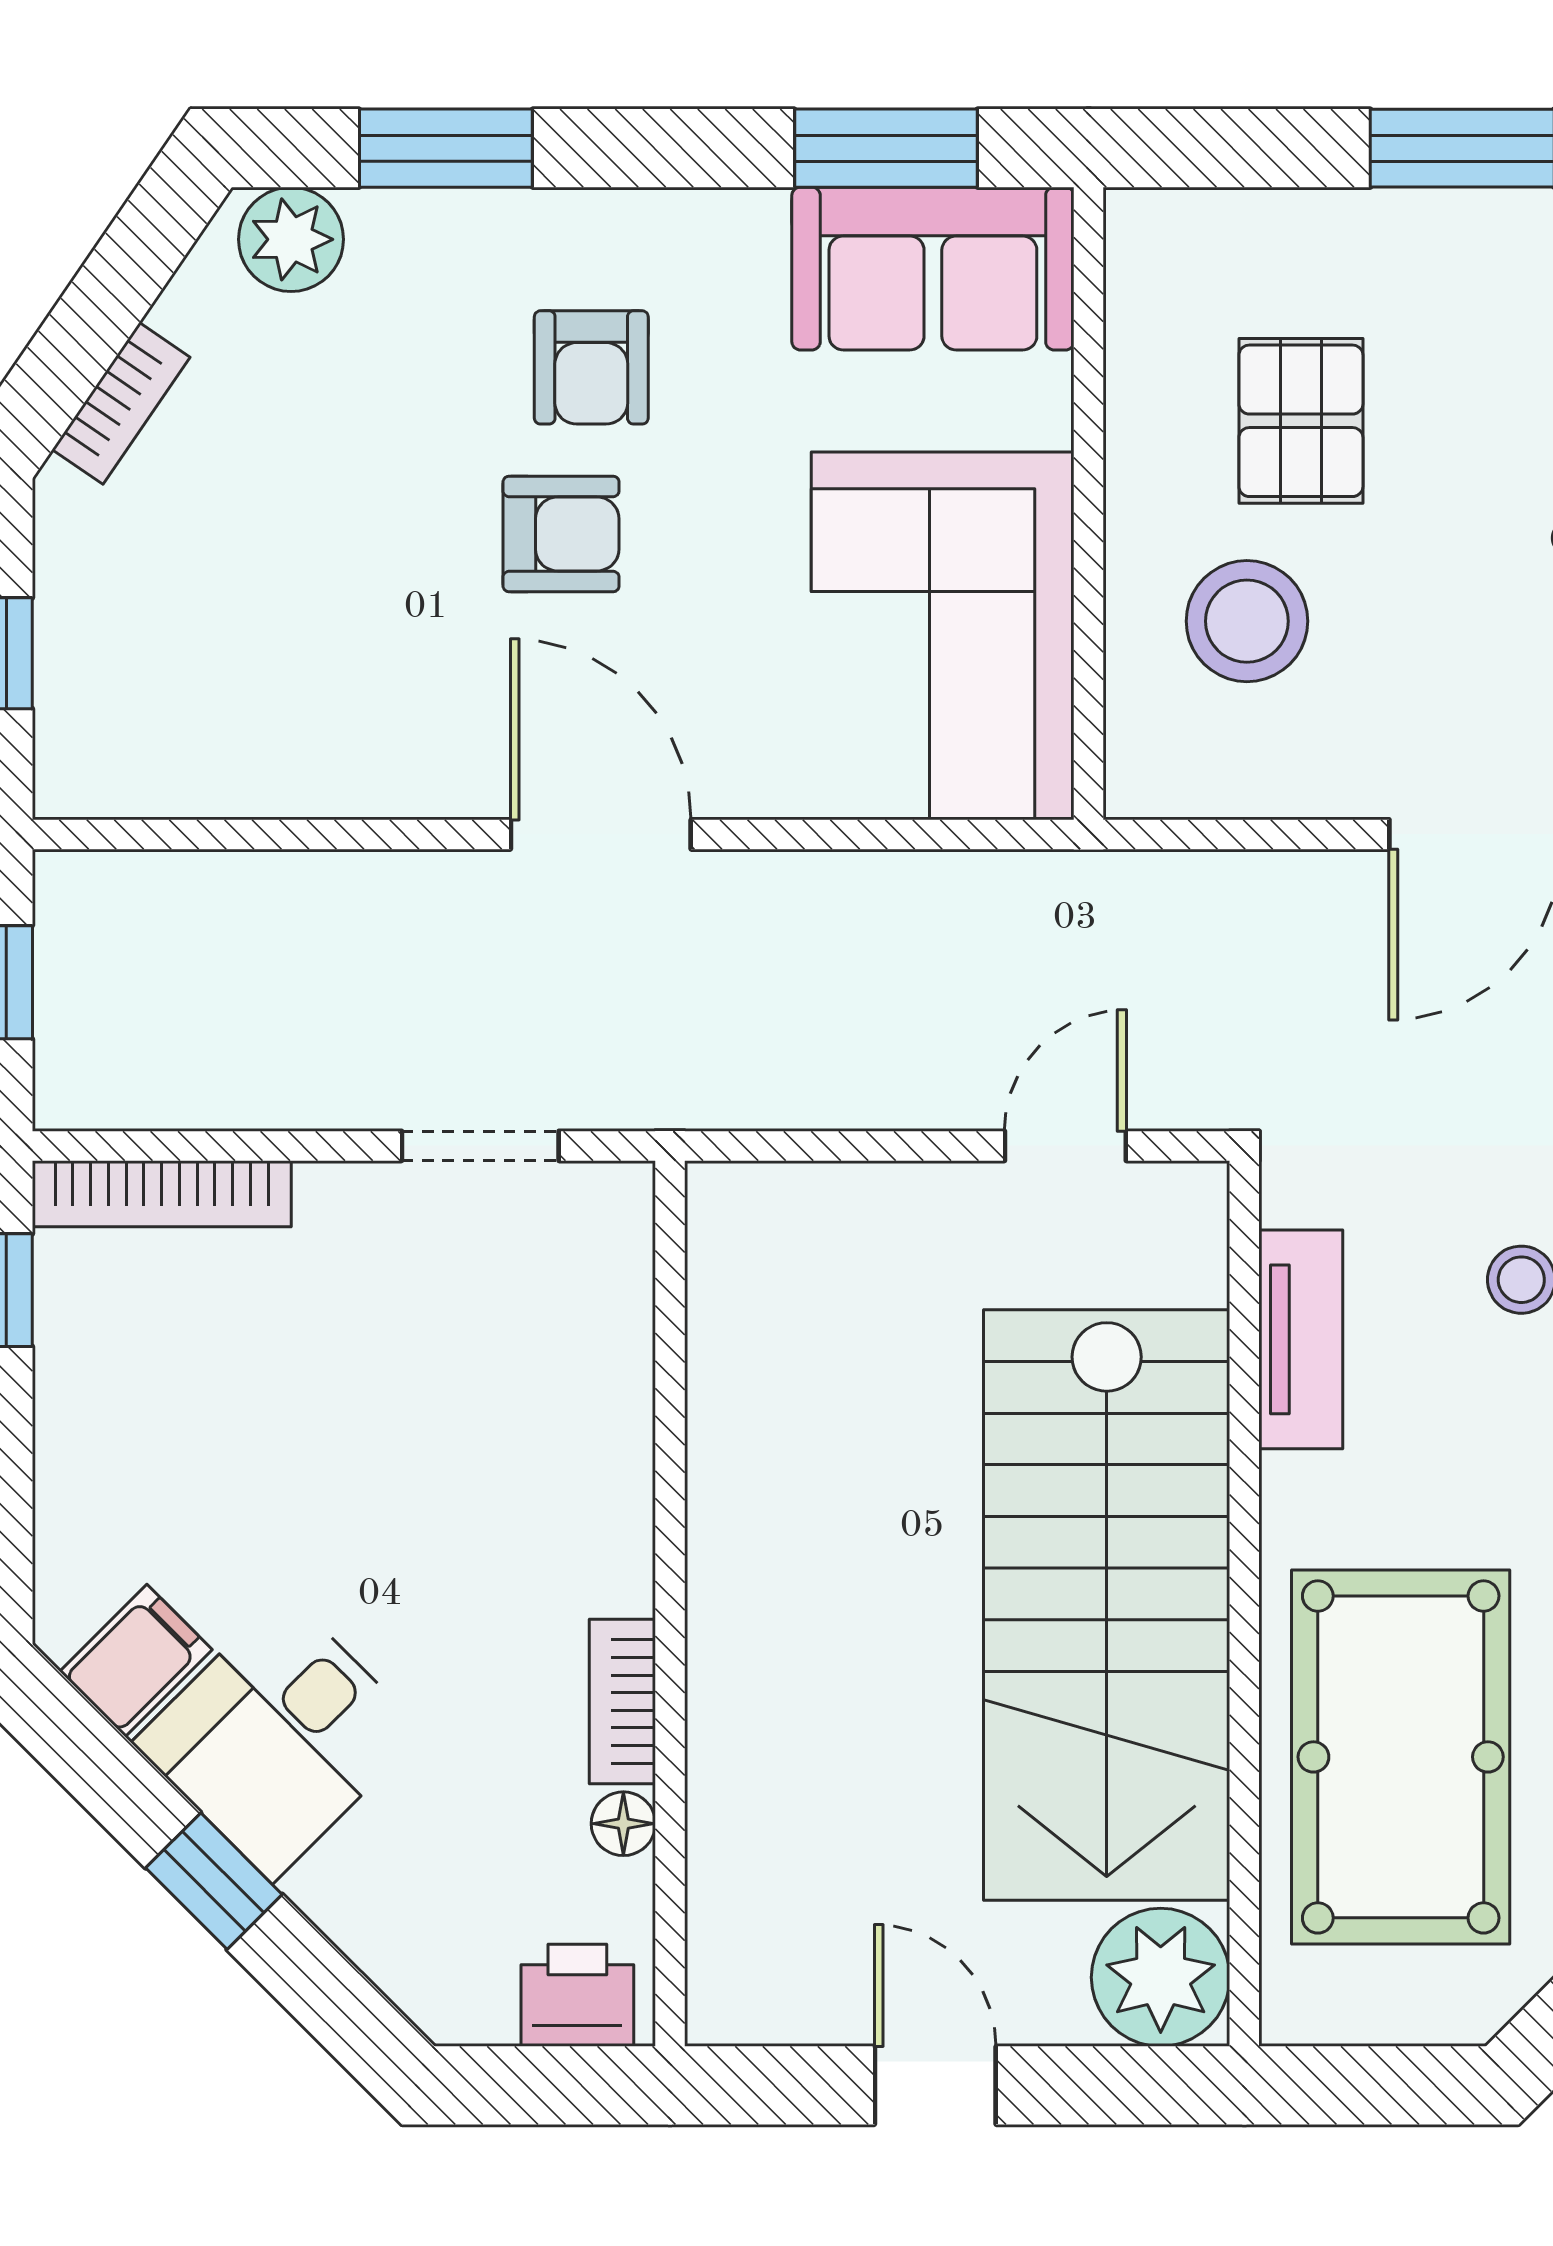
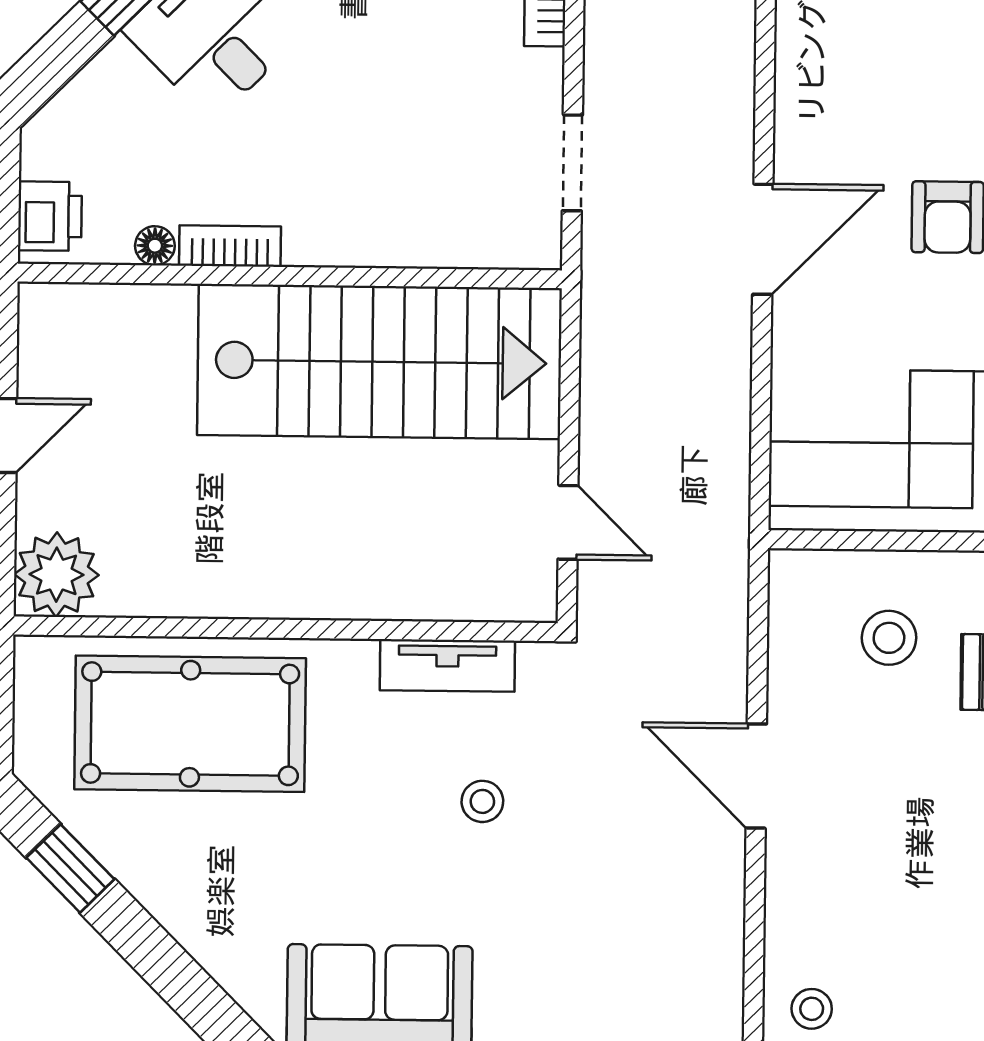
stool: (1247, 621) -> (889, 638), width x0.73, depth x0.73
stairs: (1107, 1605) -> (379, 362), moved, turned 180

